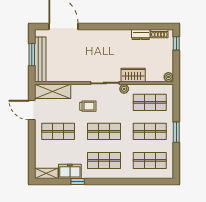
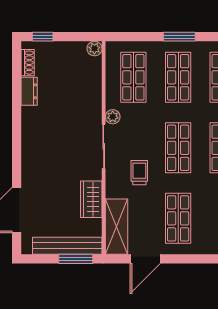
window: (32, 55) -> (76, 259), moved
wardrobe: (133, 75) -> (91, 199), moved

